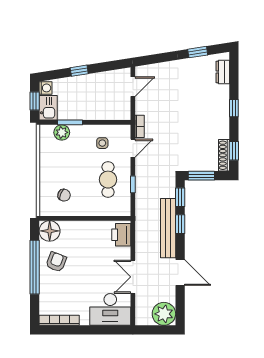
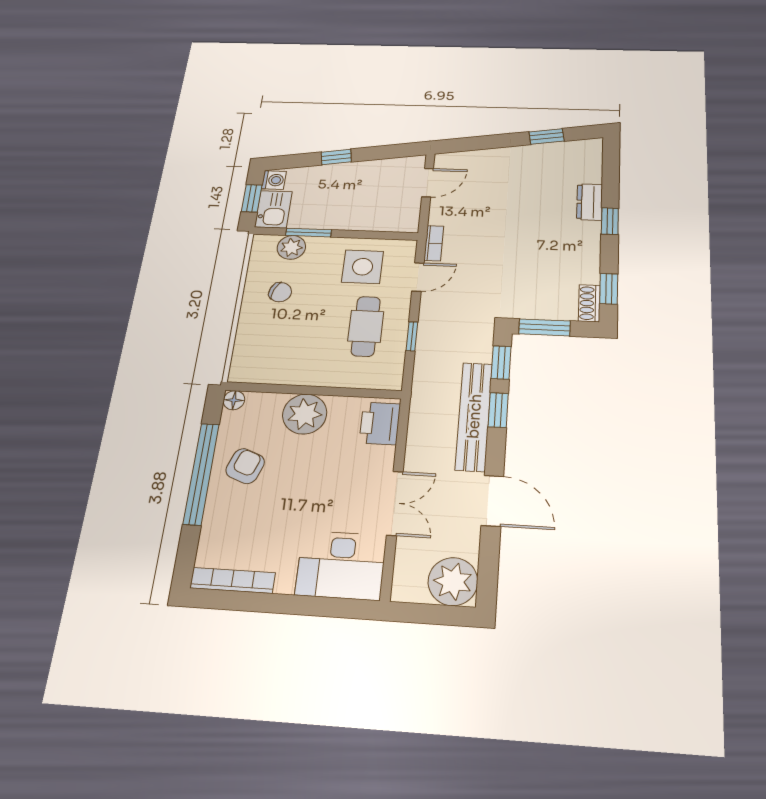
dresser: (223, 72) -> (589, 202), moved
side table: (102, 143) -> (363, 267), width x1.87, depth x1.87
shoe rack: (224, 155) -> (589, 303), width x0.70
chair: (64, 195) -> (280, 292), moved
floor lamp: (50, 231) -> (234, 400), width x0.53, depth x0.53
plant: (82, 232) -> (305, 414), added
double door: (133, 277) -> (395, 503), swing flipped

